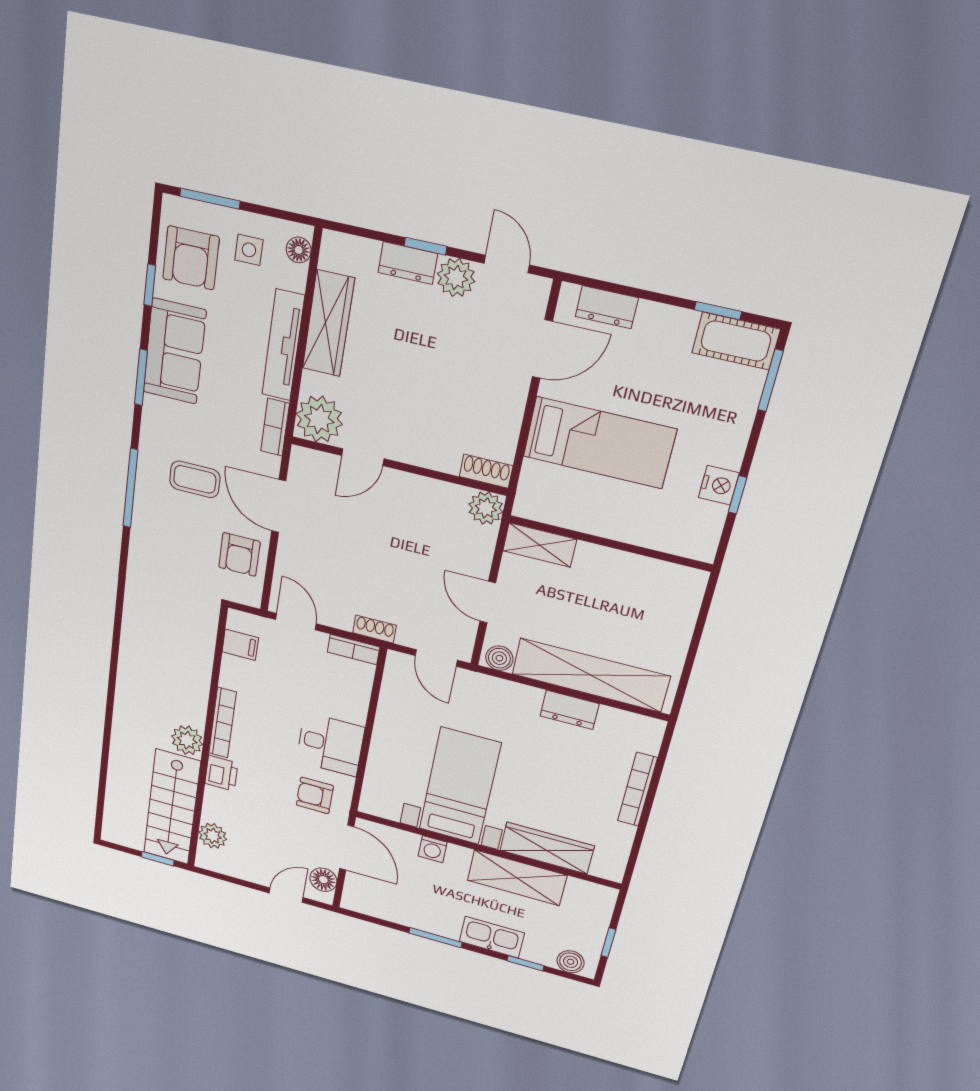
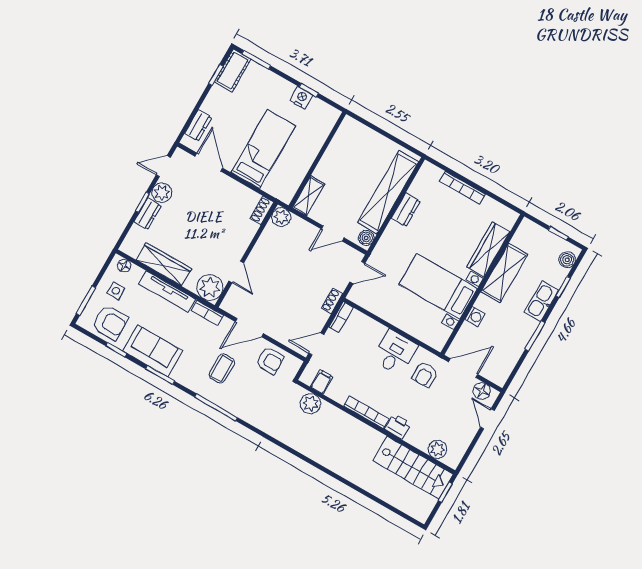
plant: (187, 740) -> (310, 404), moved

